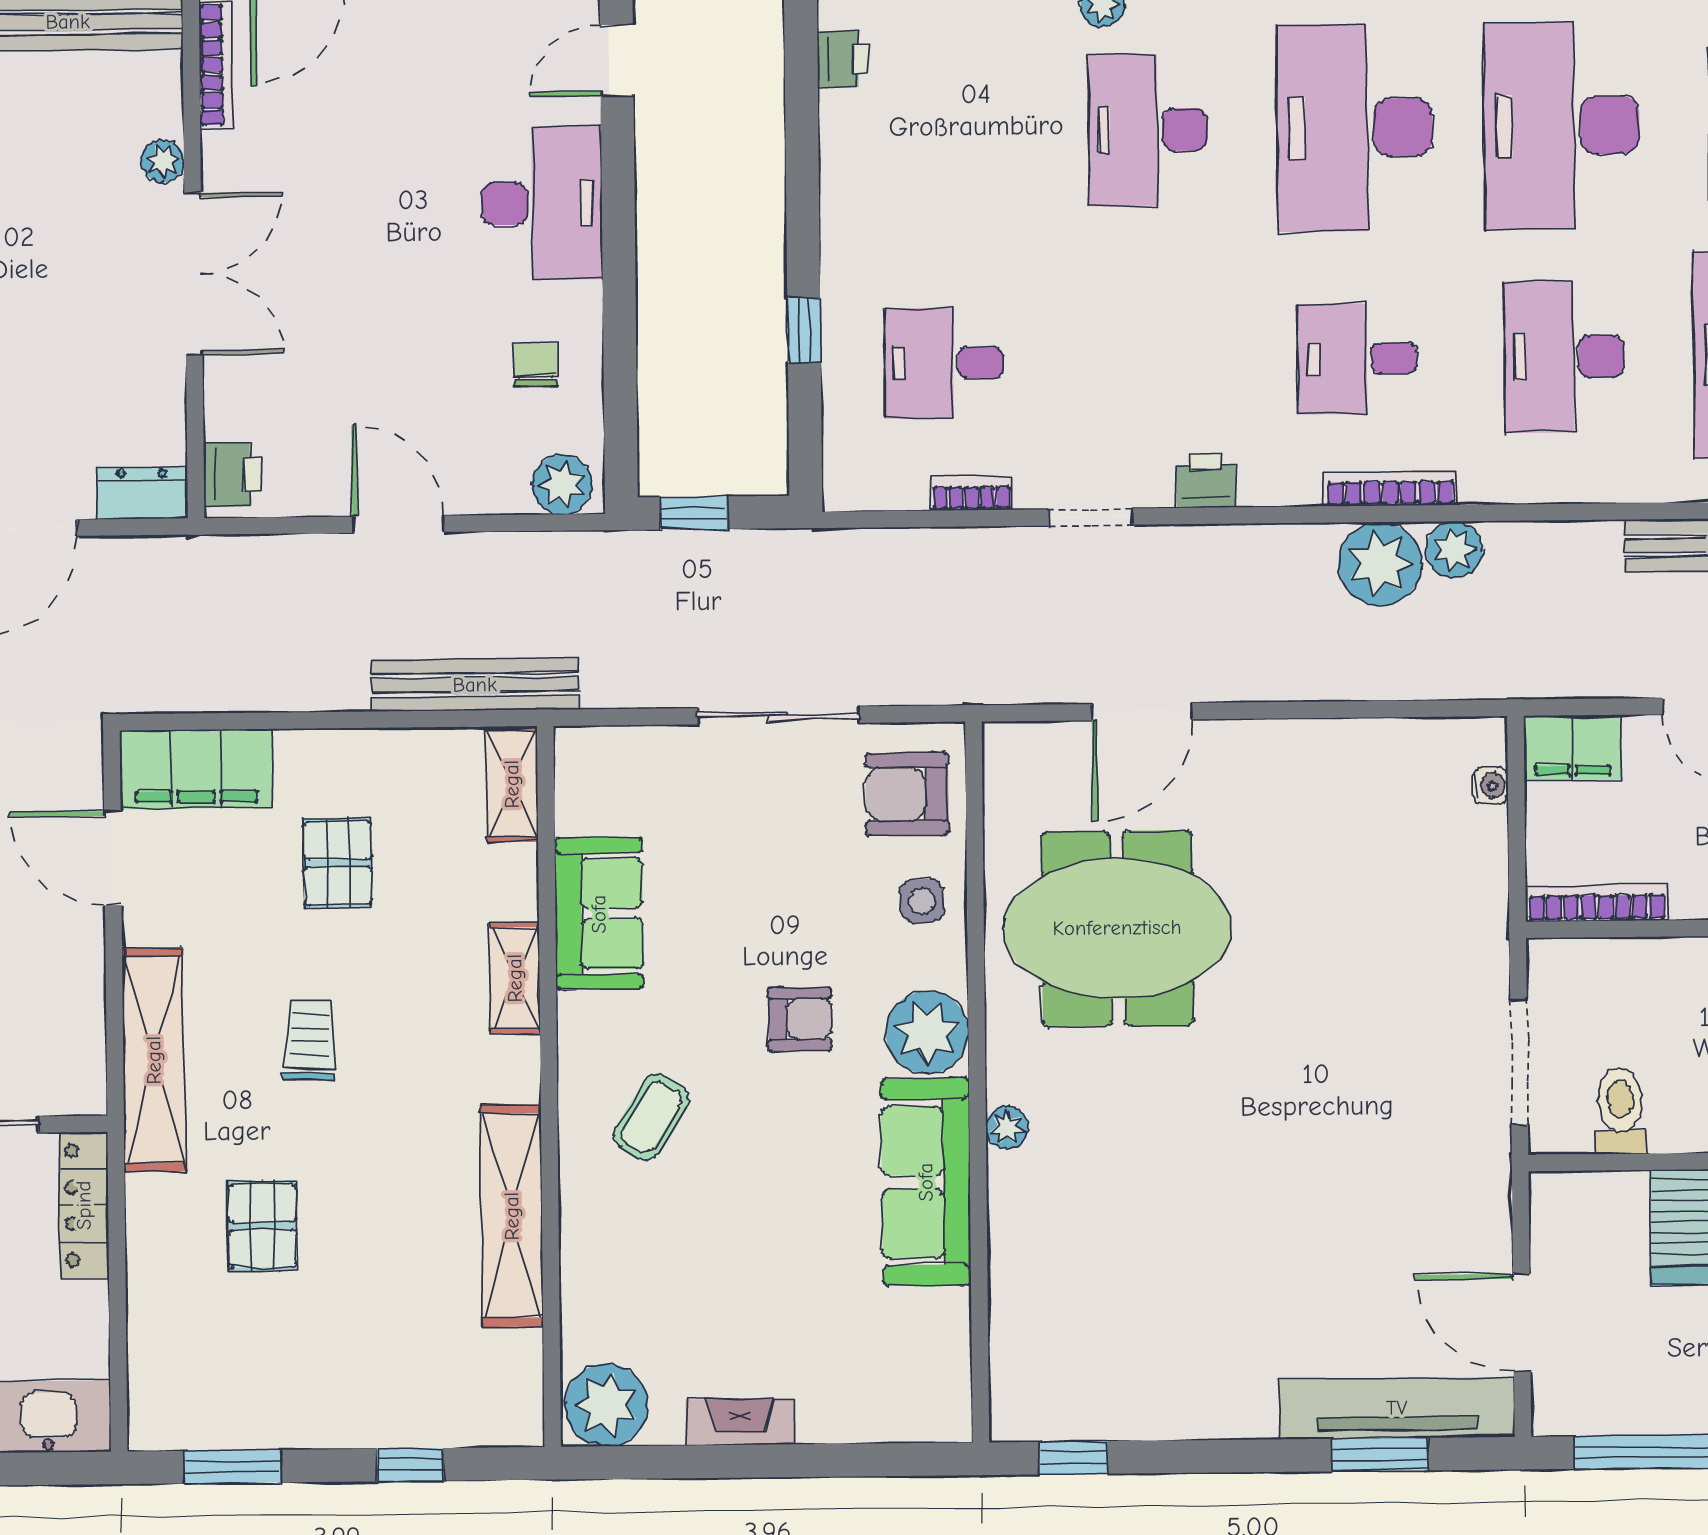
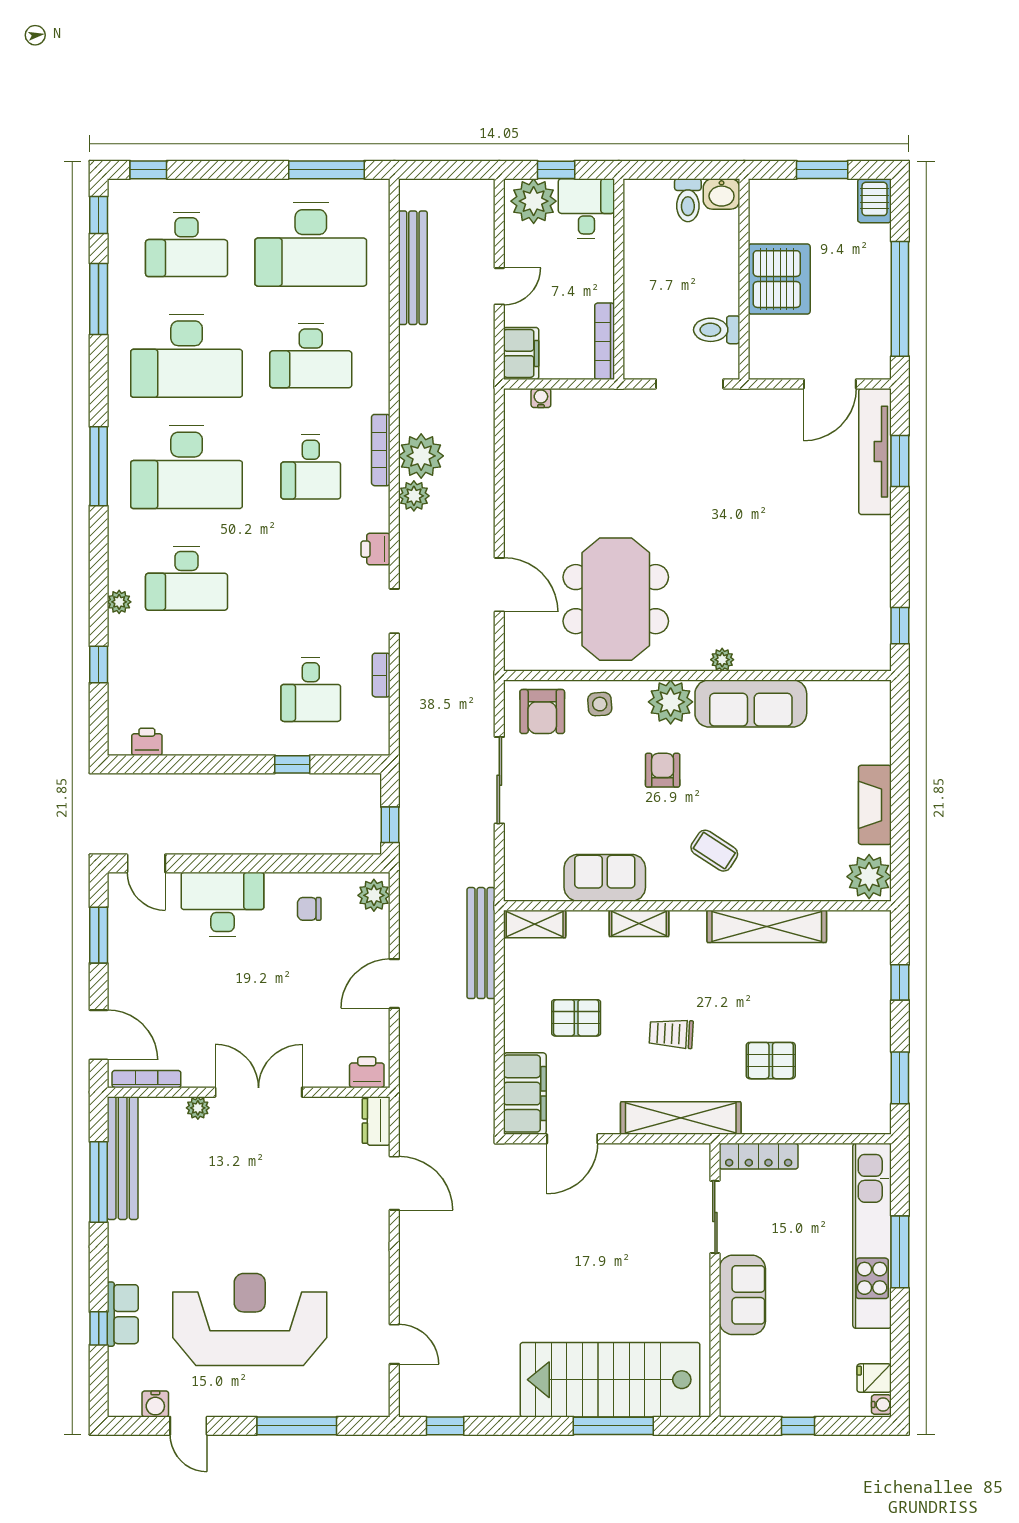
plant: (1454, 550) -> (414, 496), moved
fireplace: (740, 1422) -> (875, 805), width x1.37, depth x1.32

